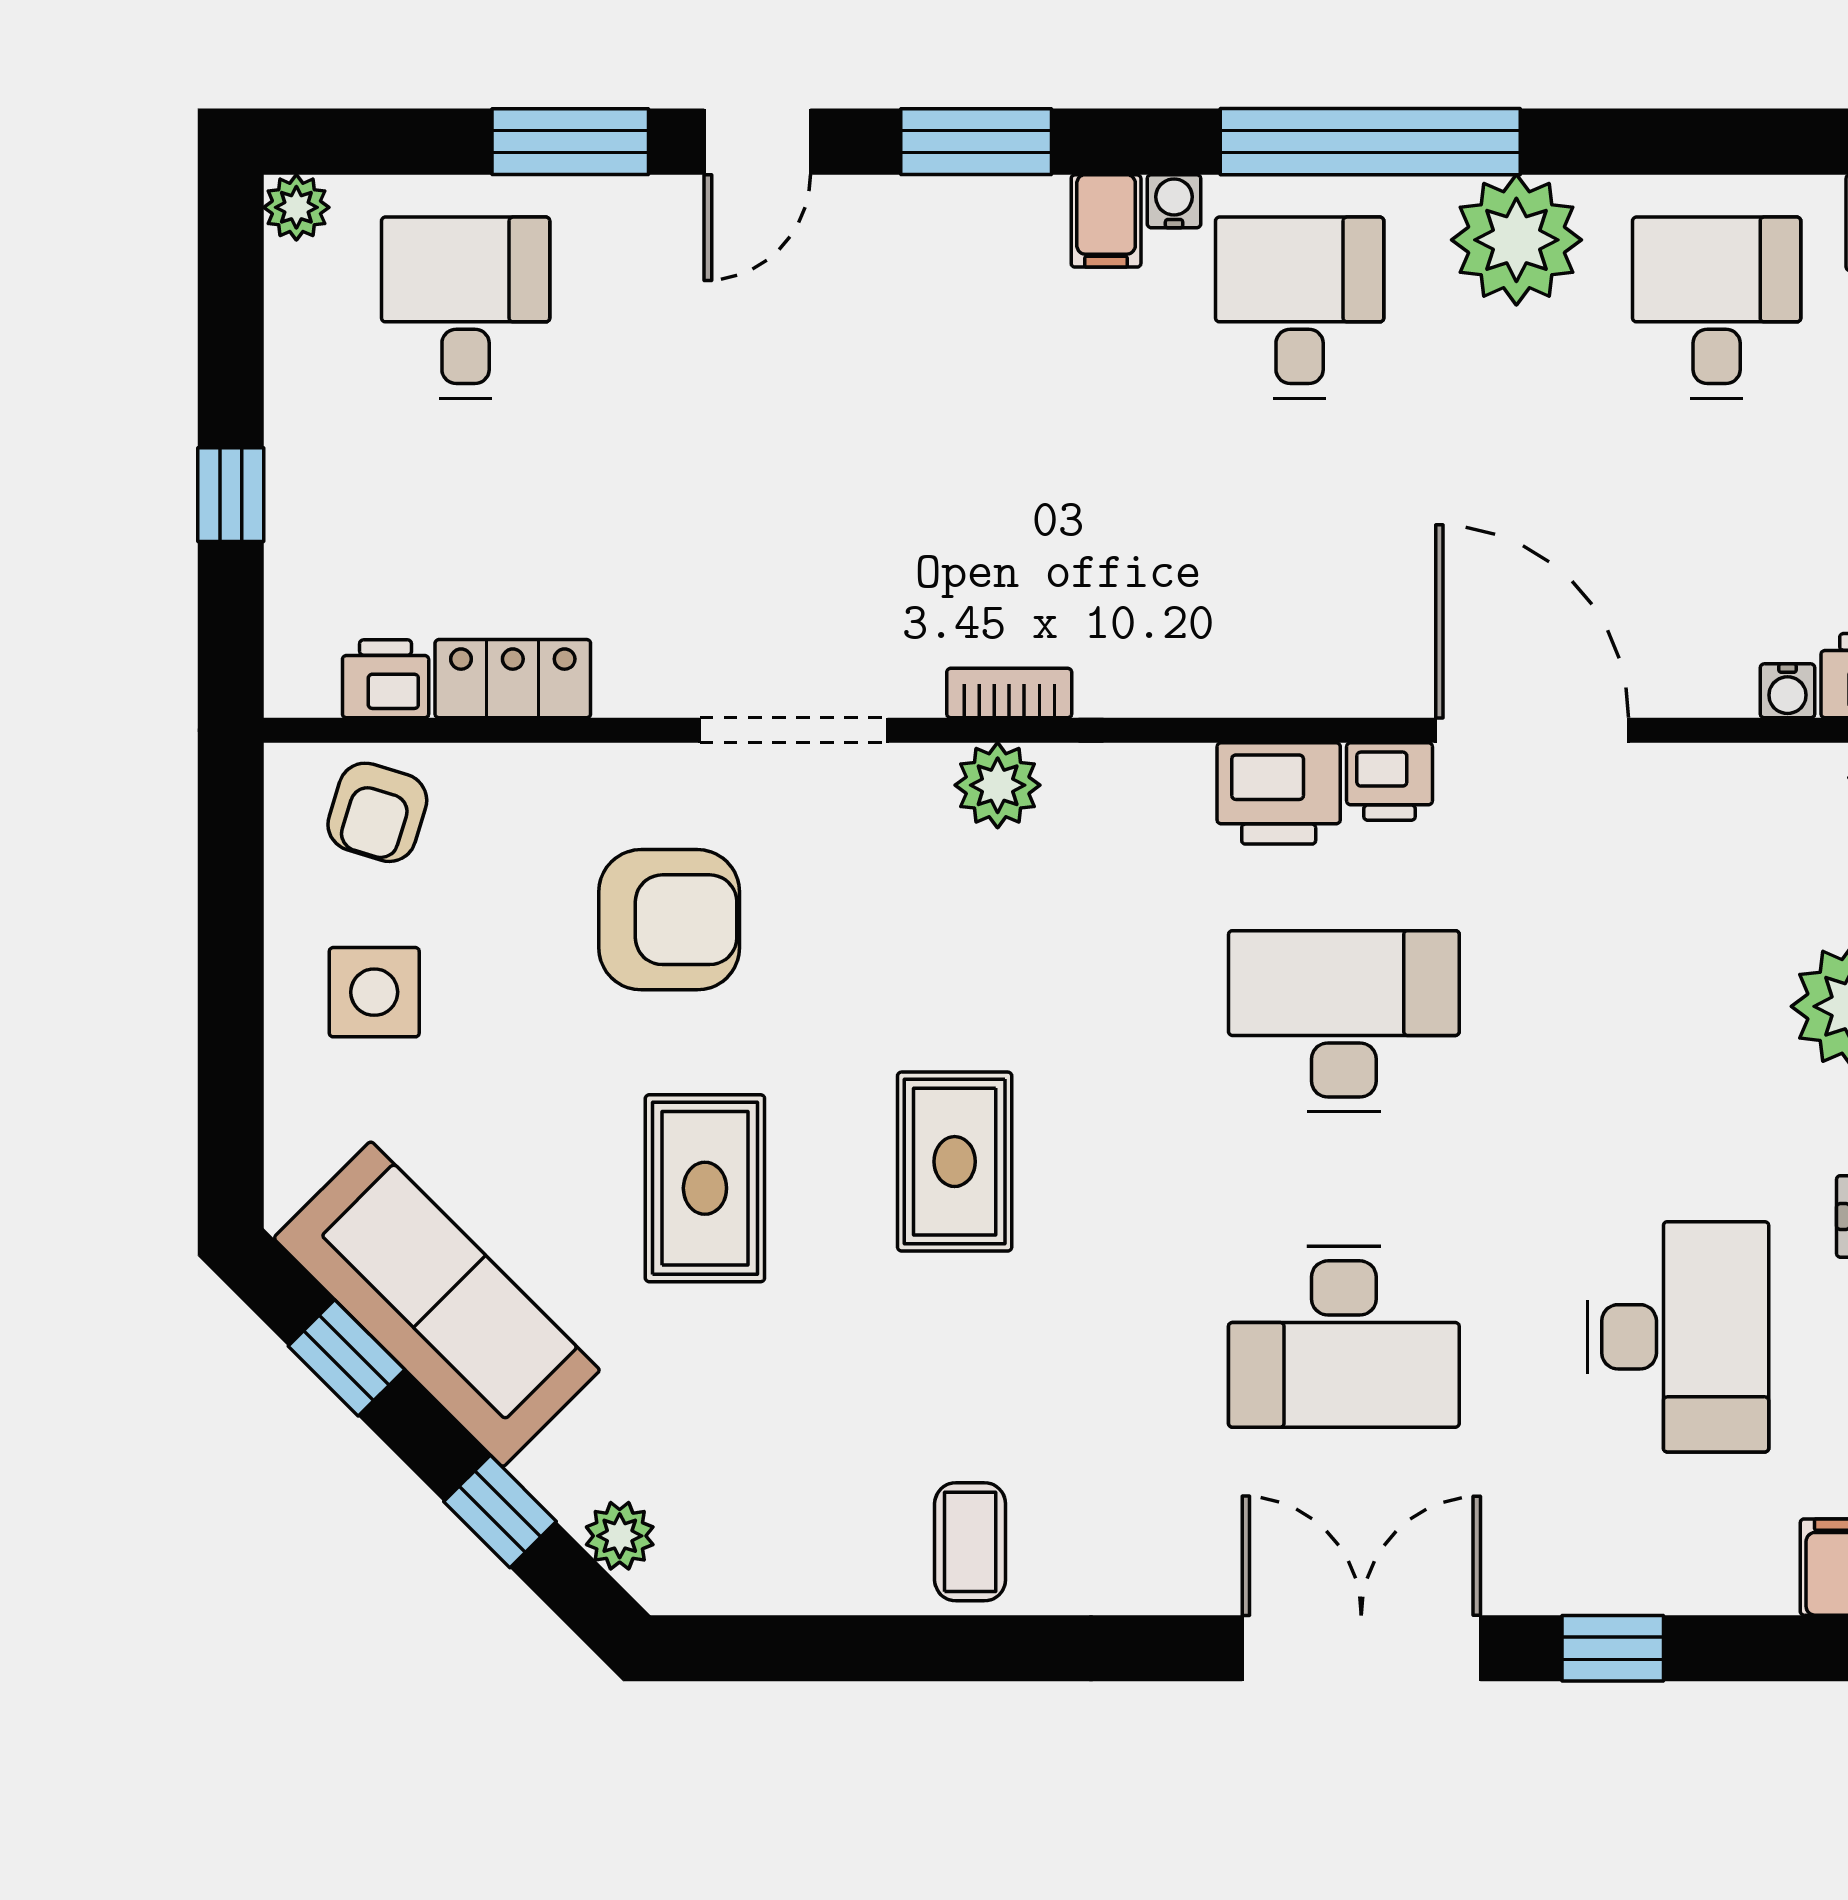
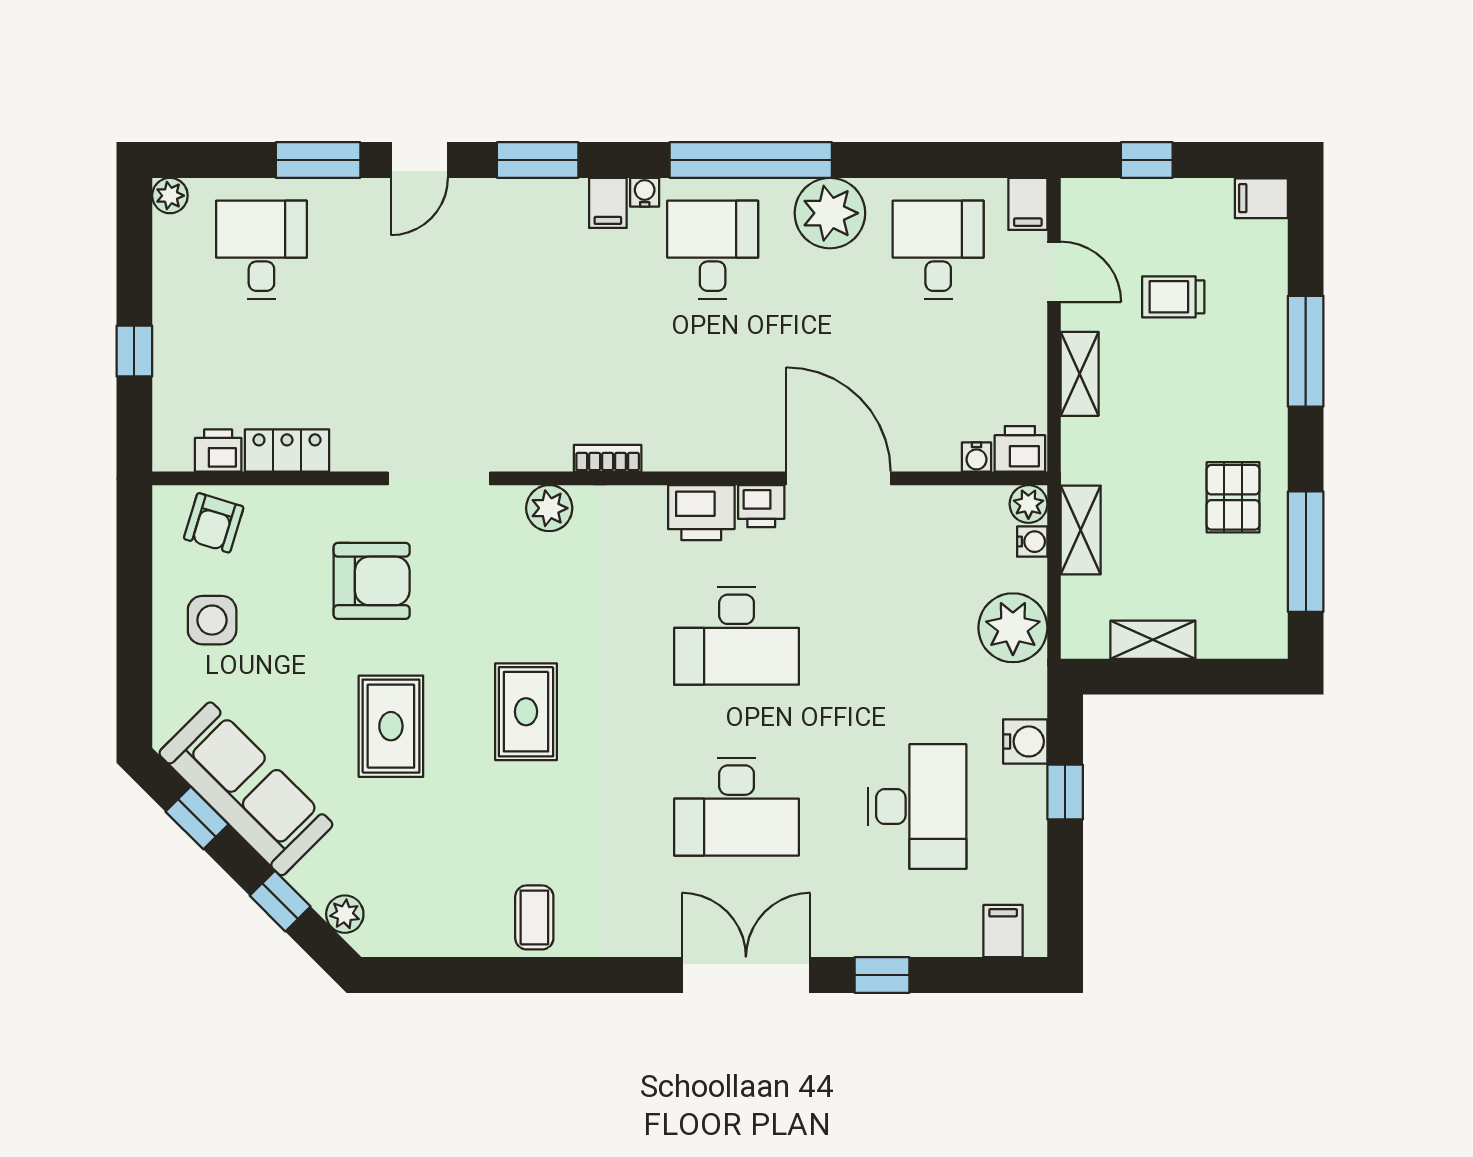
bookcase: (1009, 693) -> (608, 458), moved
desk: (1344, 1021) -> (737, 636), turned 180

